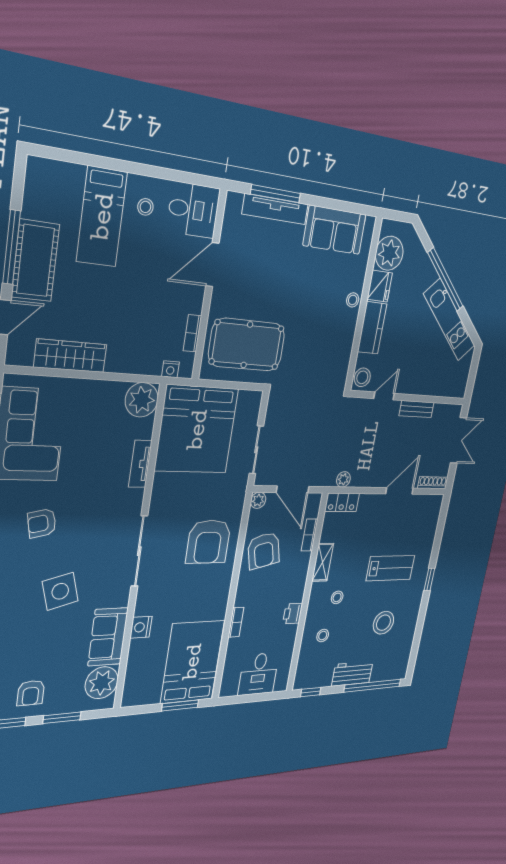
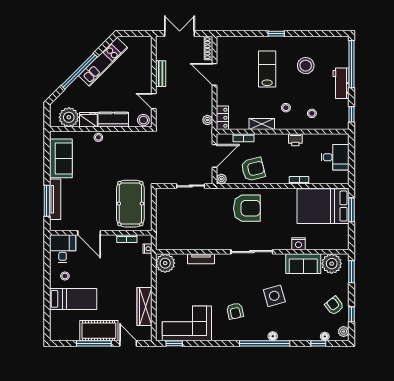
bed: (197, 430) -> (180, 227), removed
armchair: (31, 693) -> (334, 306), turned -128
window: (62, 718) -> (351, 272), moved

